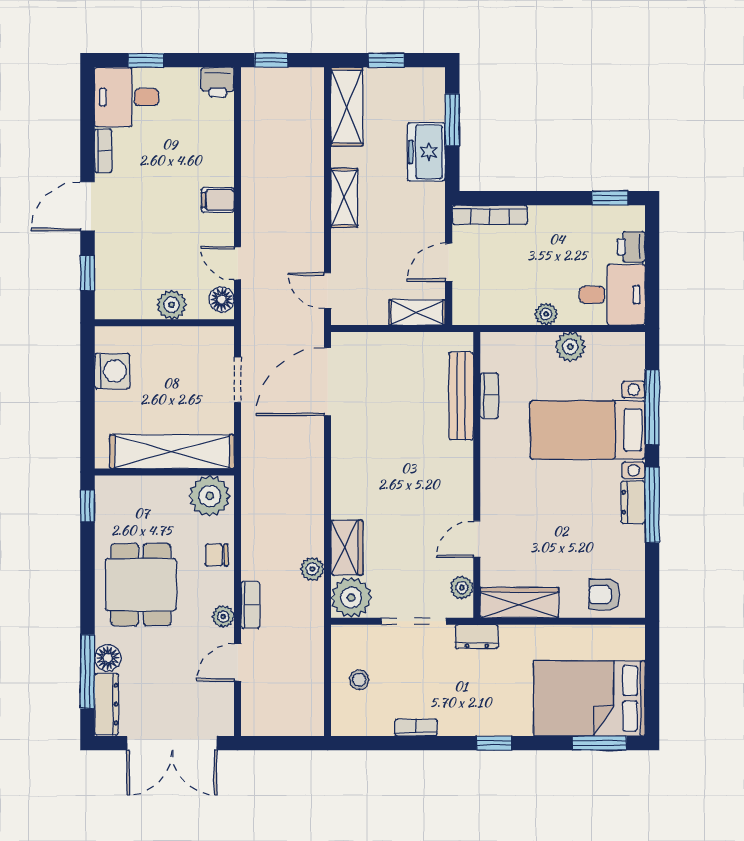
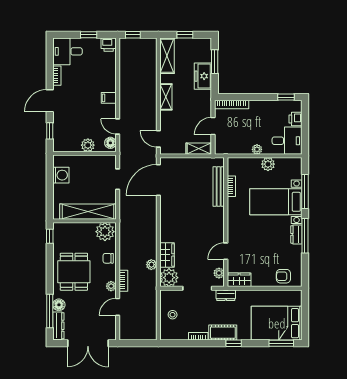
window: (146, 60) -> (89, 35), moved
wardrobe: (519, 603) -> (239, 280), width x0.67
cot: (470, 719) -> (223, 333), added

